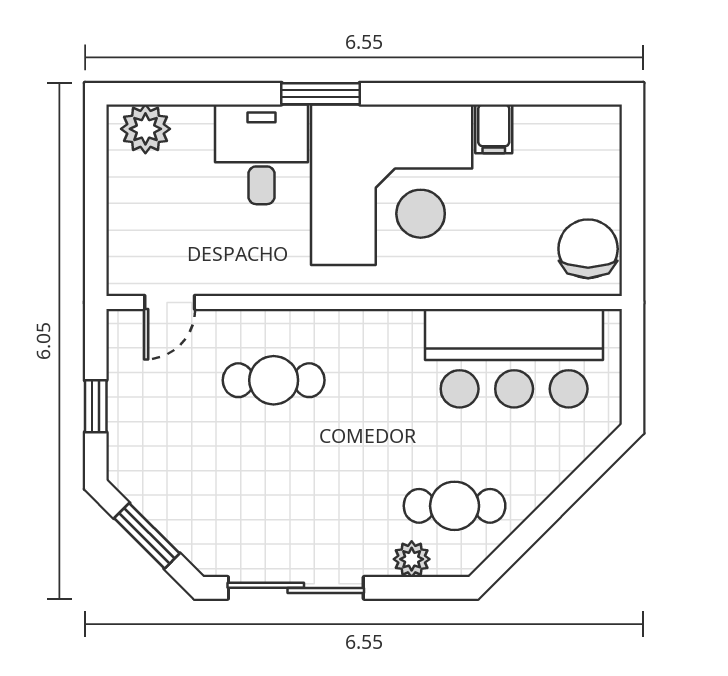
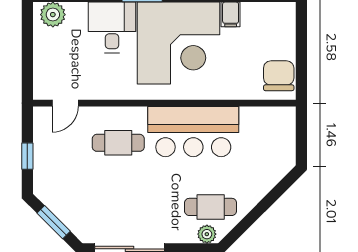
bar counter: (514, 358) -> (193, 132), moved
plant: (412, 559) -> (207, 234), moved

